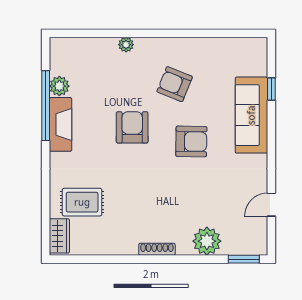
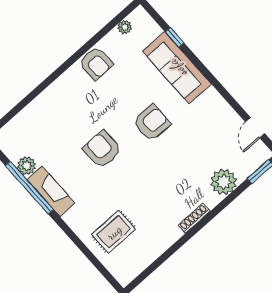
plant: (126, 45) -> (125, 27), moved
armchair: (175, 84) -> (96, 63), moved, turned -112
door: (271, 205) -> (255, 128), moved
wardrobe: (59, 236) -> (119, 269), removed

